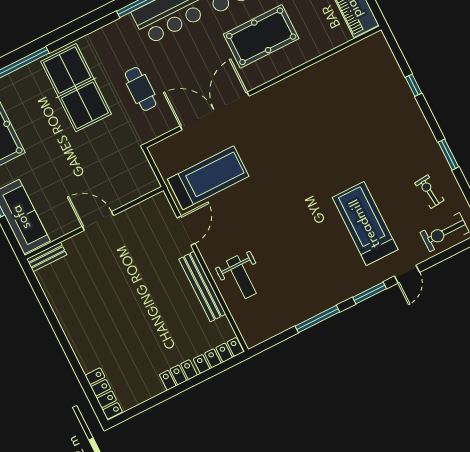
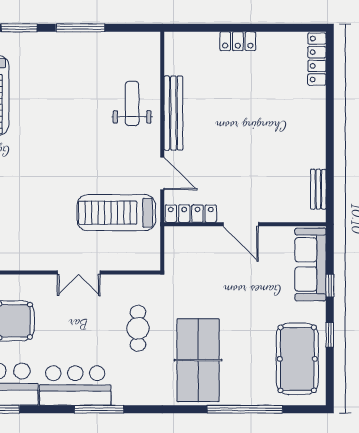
double door: (215, 111) -> (79, 272), width x0.54
door: (186, 231) -> (162, 173), swing flipped
bench: (47, 257) -> (318, 189), moved, turned 90
locker: (218, 355) -> (191, 214), moved, turned 180

